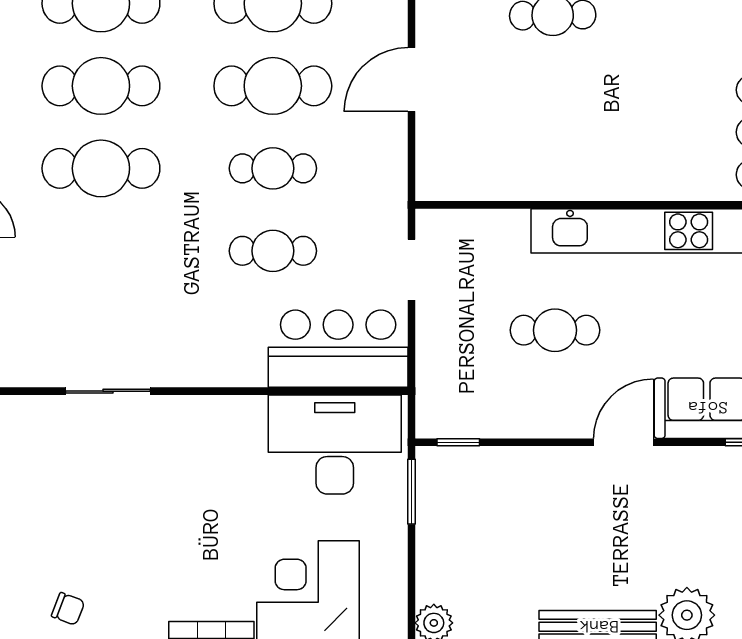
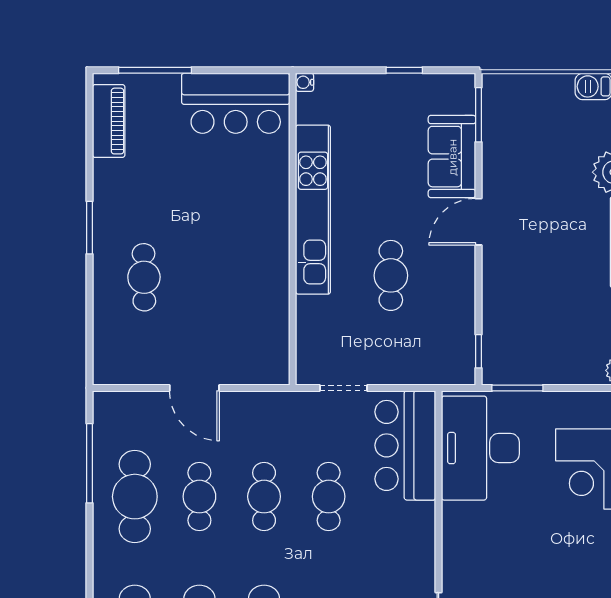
cafe table: (273, 86) -> (199, 497), width x0.73, depth x0.74
door: (623, 442) -> (479, 222), hinge flipped

